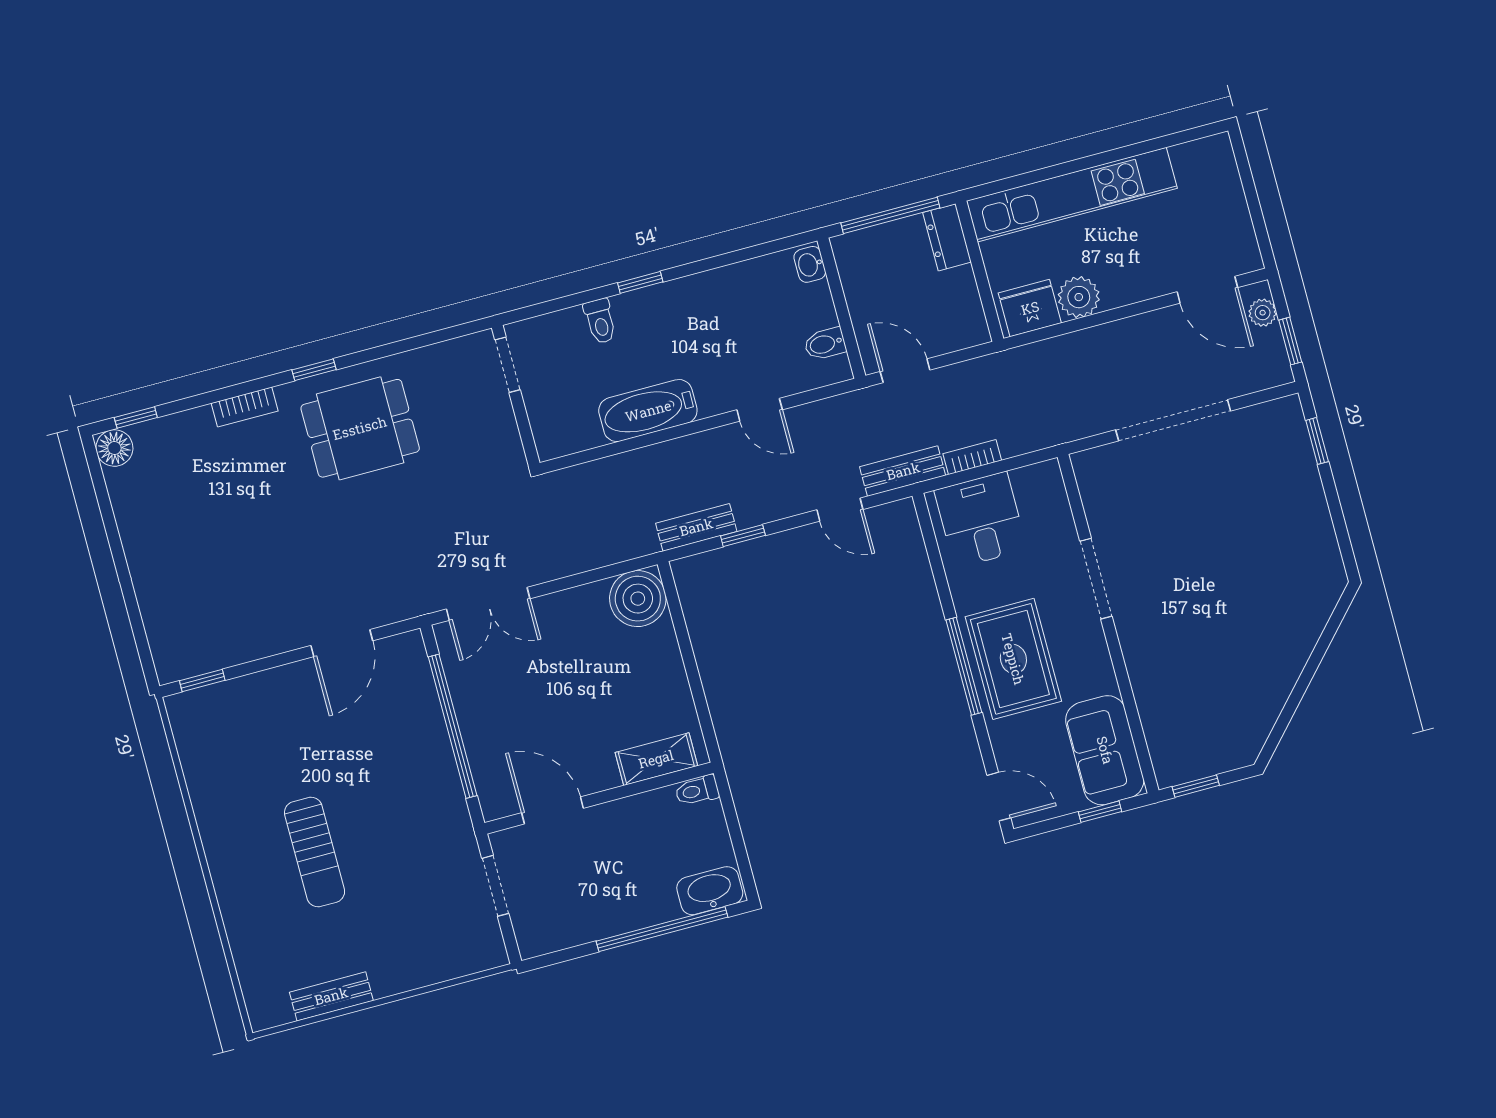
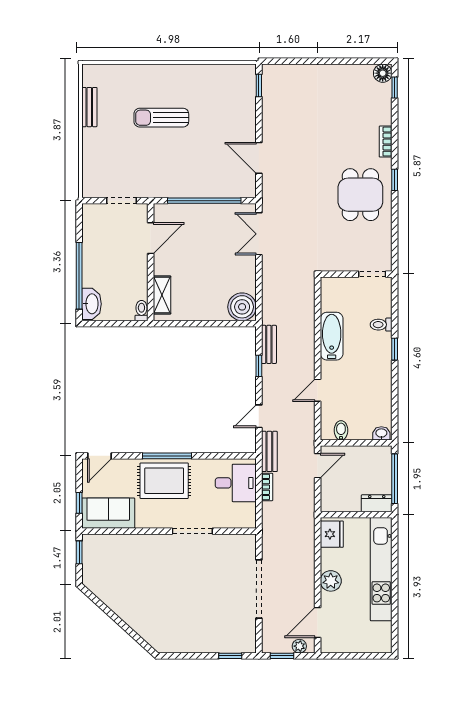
plant: (1079, 297) -> (331, 581), moved

